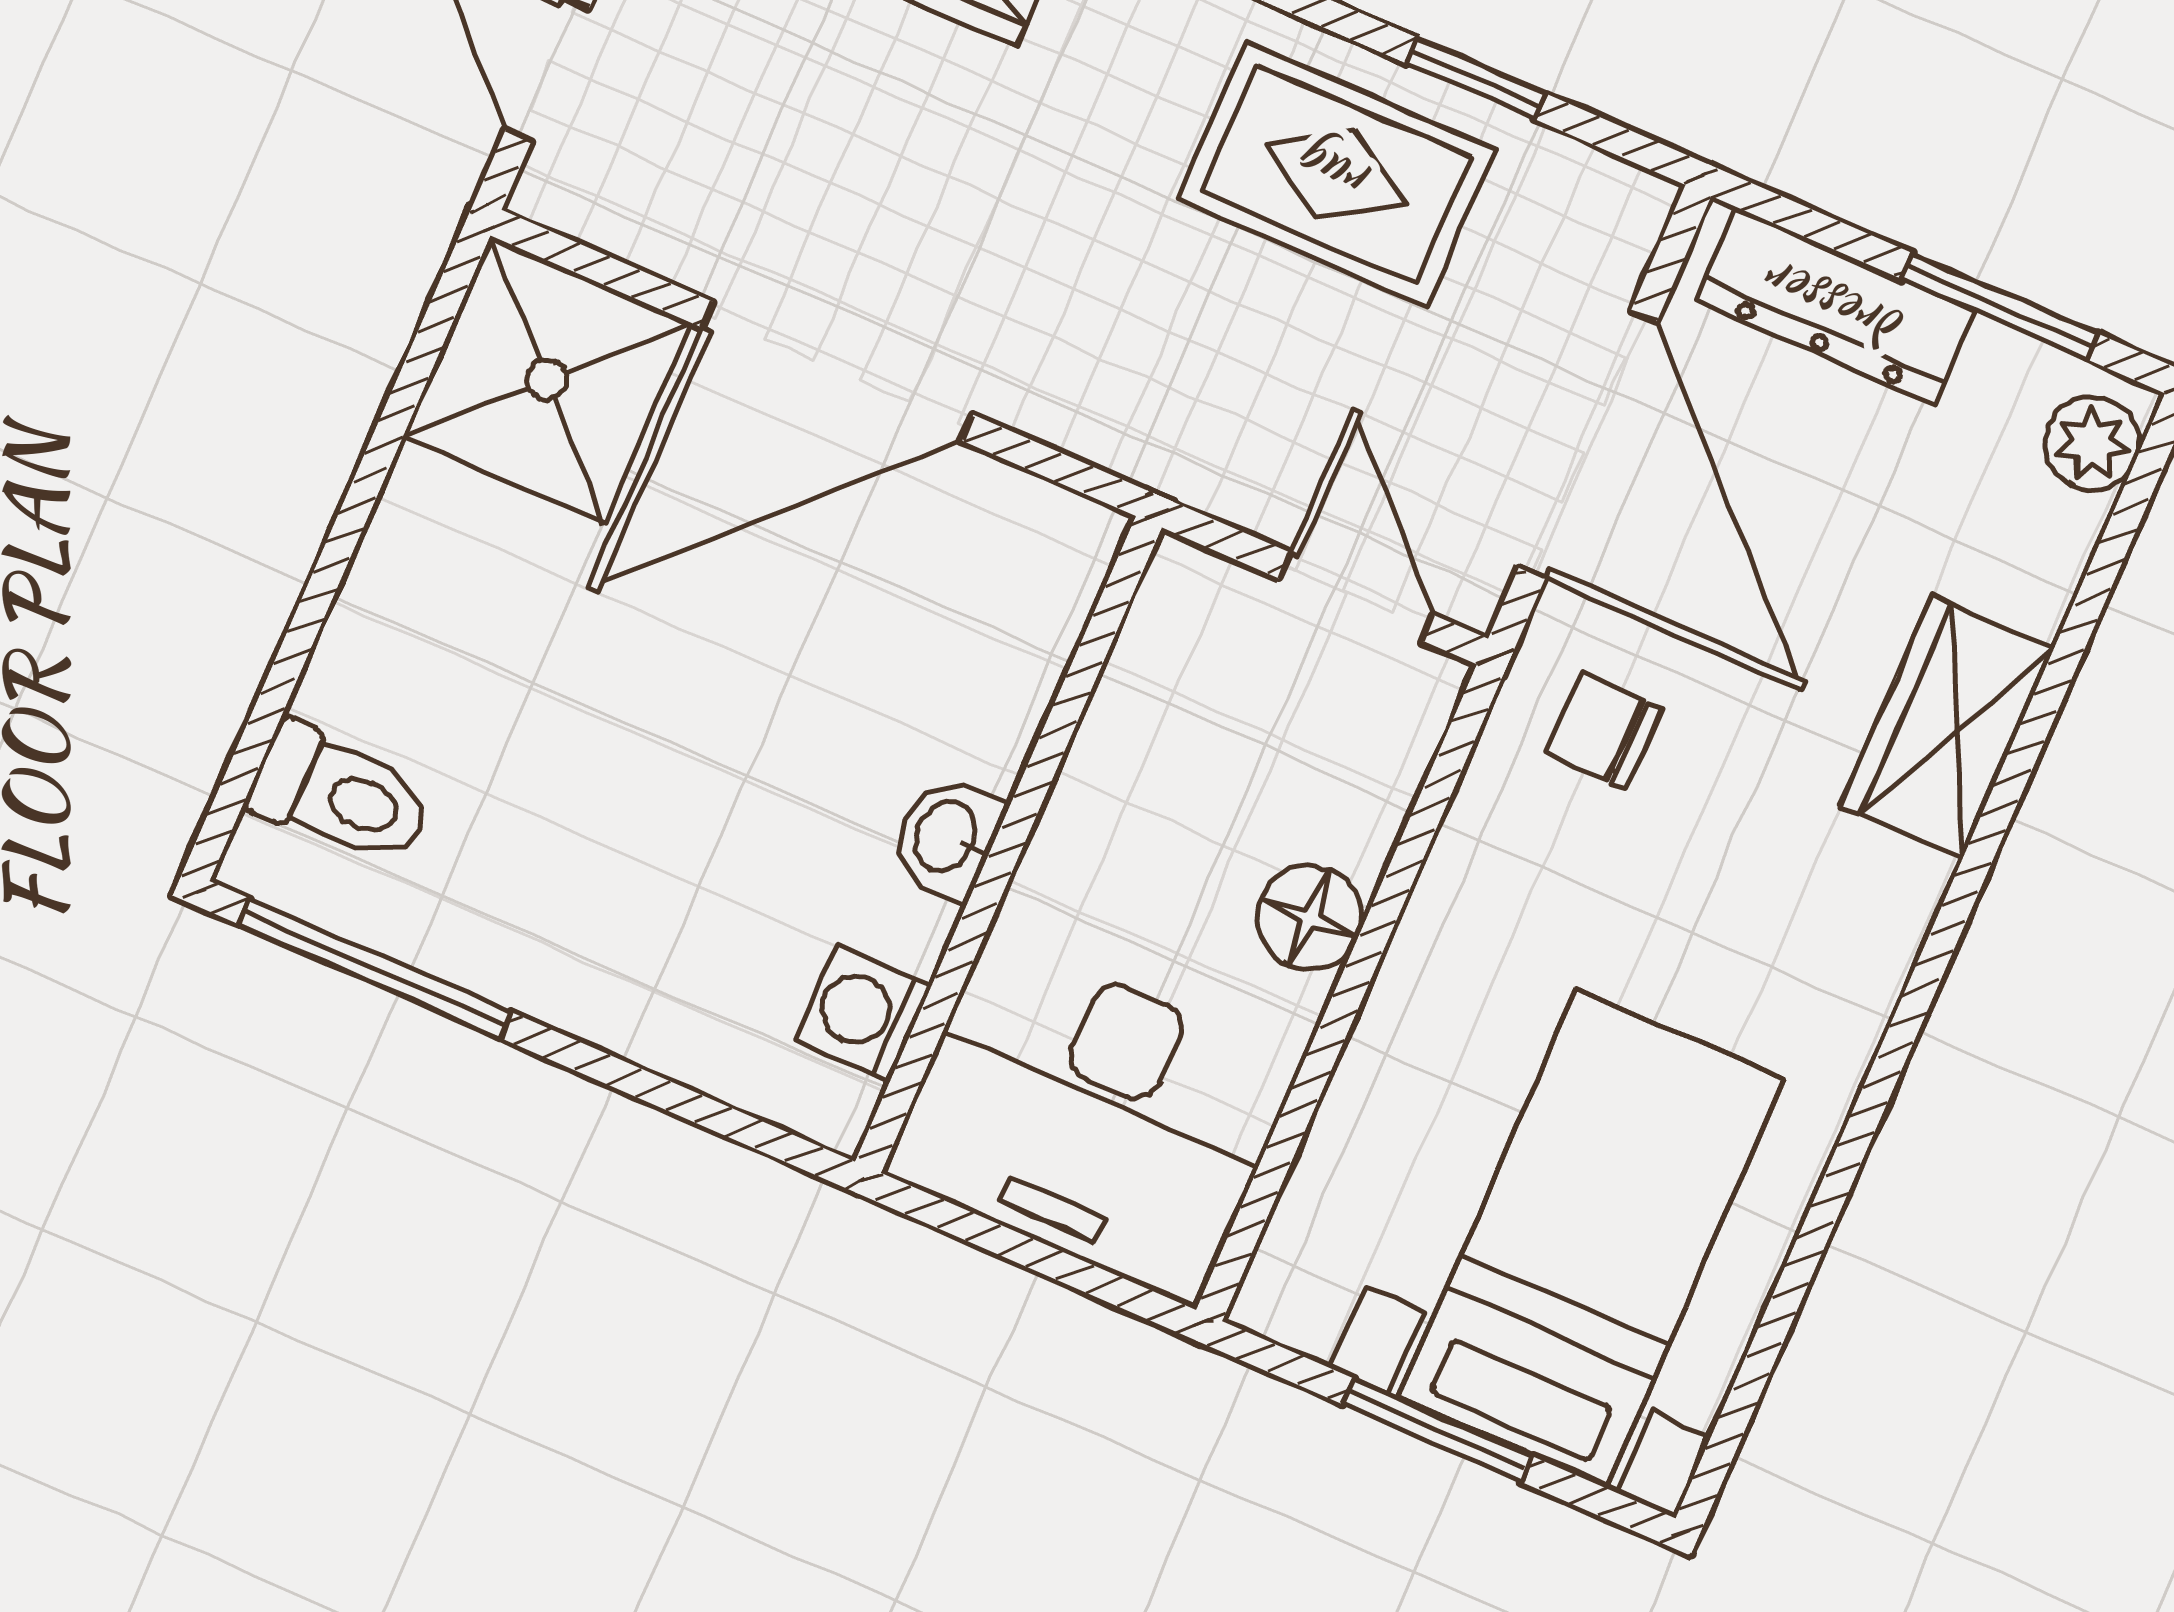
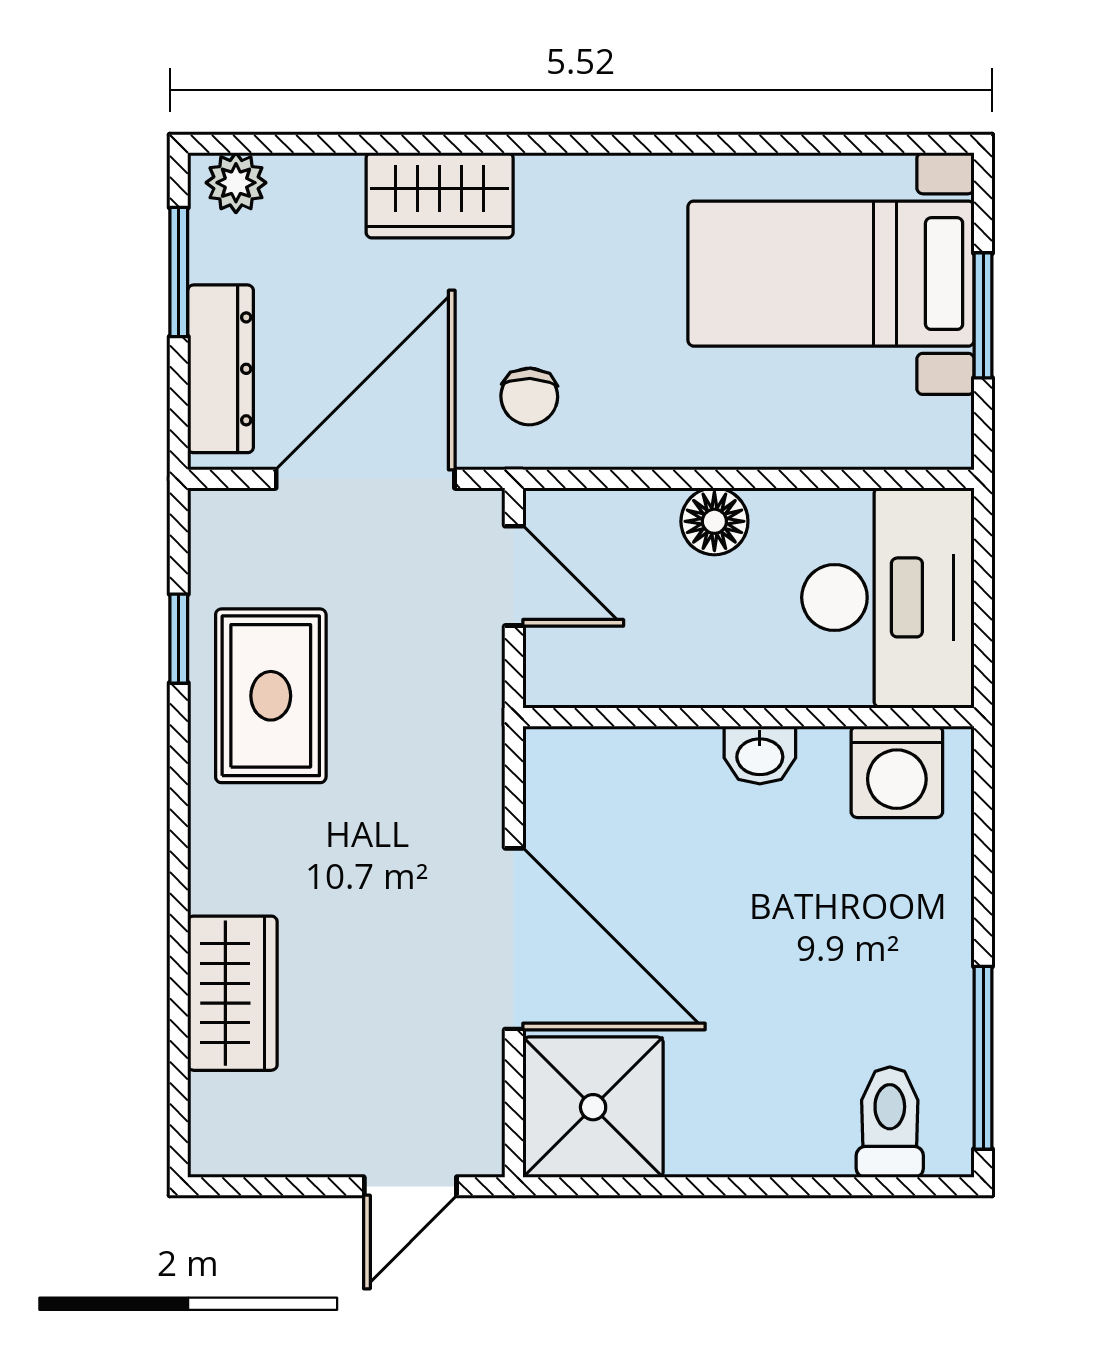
door: (1357, 597) -> (514, 576), swing flipped
washing machine: (864, 1013) -> (897, 772), width x1.38, depth x1.38

